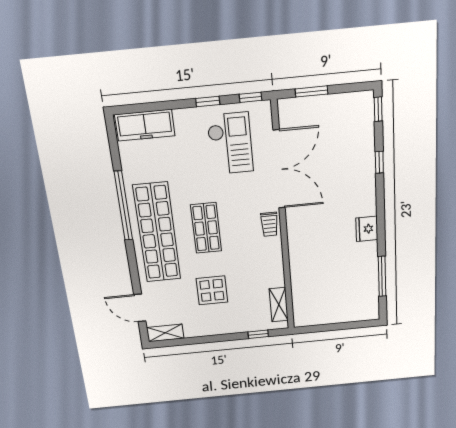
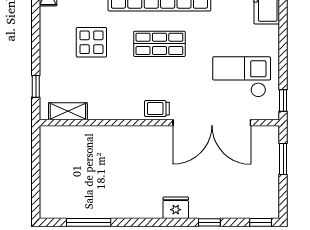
window: (208, 101) -> (283, 60), removed
checkout: (230, 144) -> (242, 77), turned 180
fridge: (367, 229) -> (176, 208), moved

